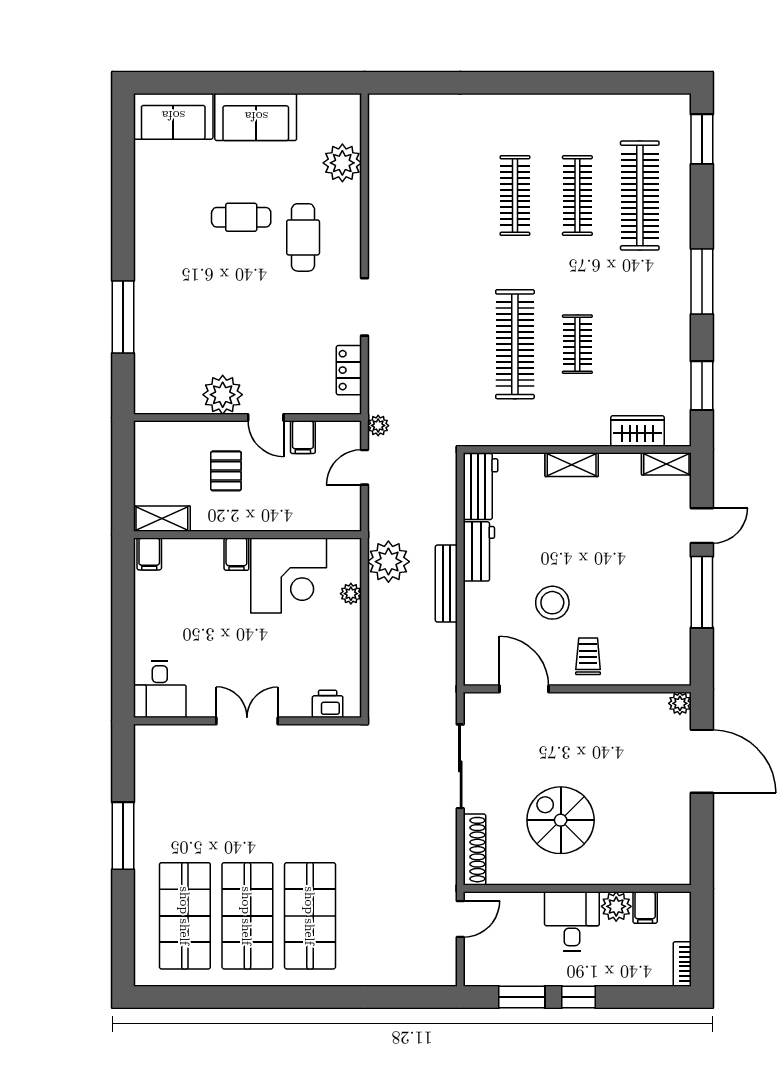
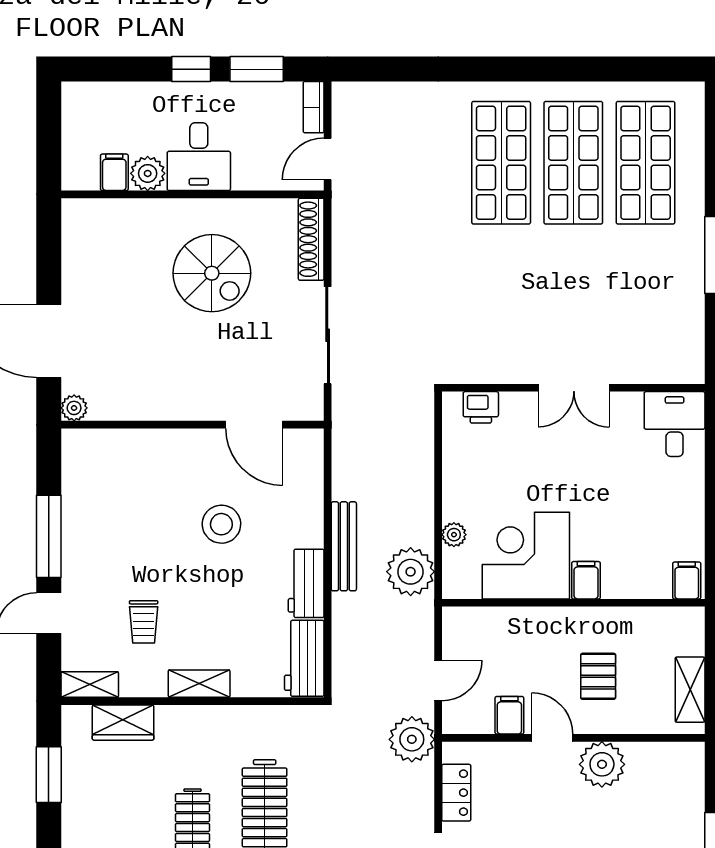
plant: (378, 426) -> (412, 739), width x1.87, depth x1.87
shelving: (162, 519) -> (690, 690), moved, turned 90
trolley: (588, 656) -> (144, 622), moved
bookcase: (682, 964) -> (314, 107), moved, turned 180

